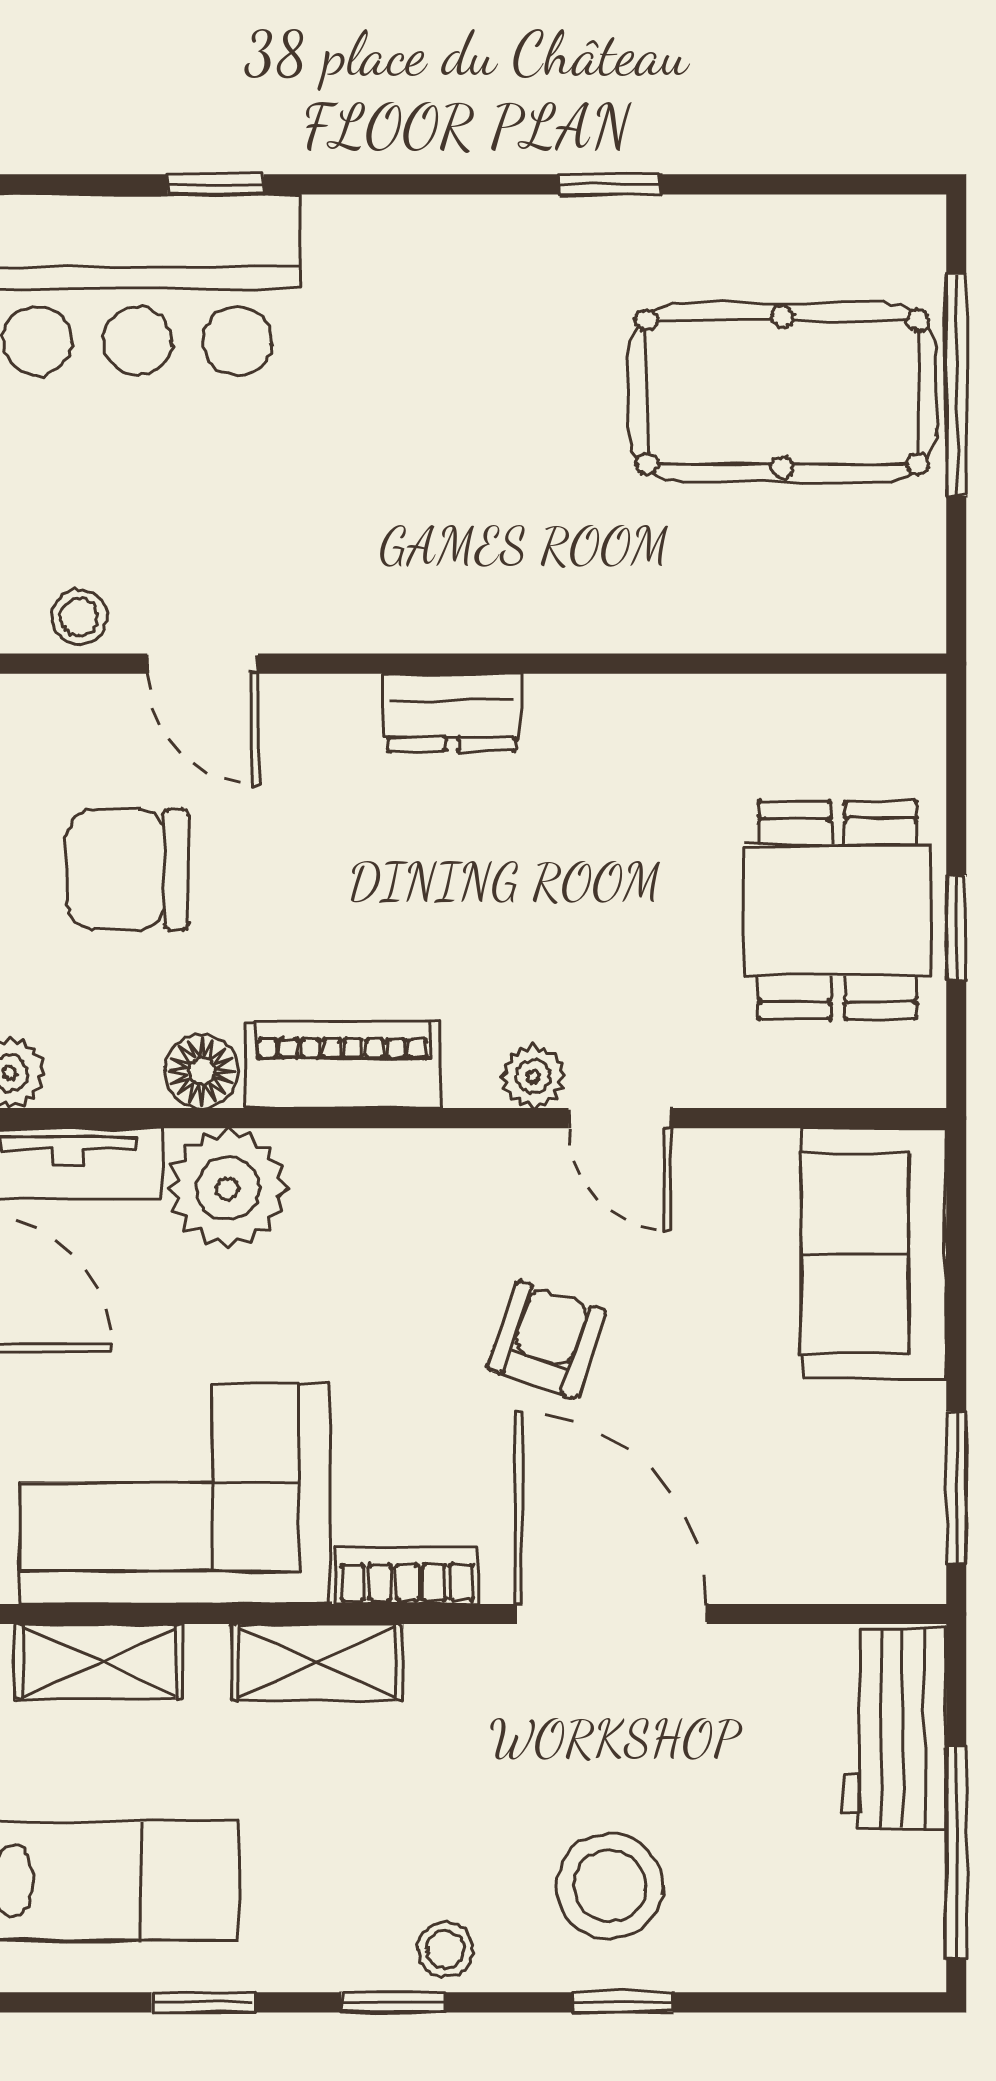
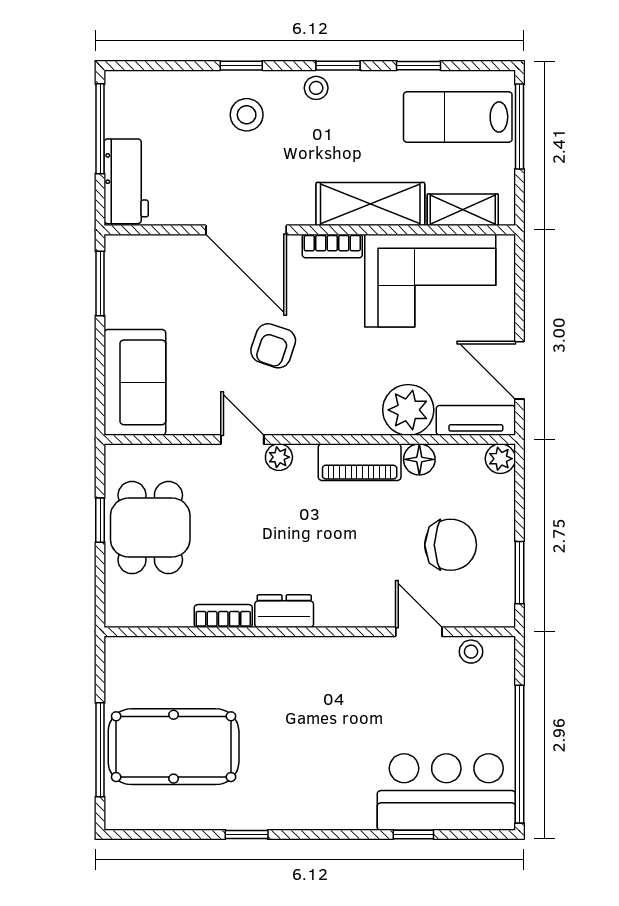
bookcase: (665, 701) -> (223, 616), added
dresser: (452, 712) -> (284, 611), moved
shelving: (317, 1662) -> (370, 204), width x1.50, depth x1.33
stool: (610, 1886) -> (247, 115), width x0.73, depth x0.73

